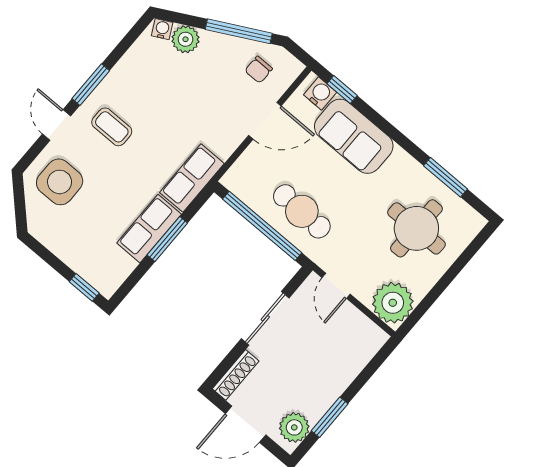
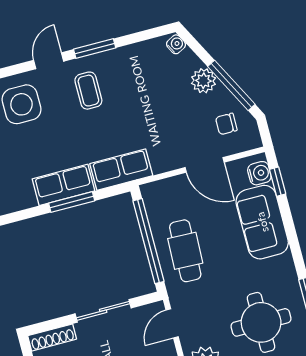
plant: (185, 39) -> (203, 81), moved

